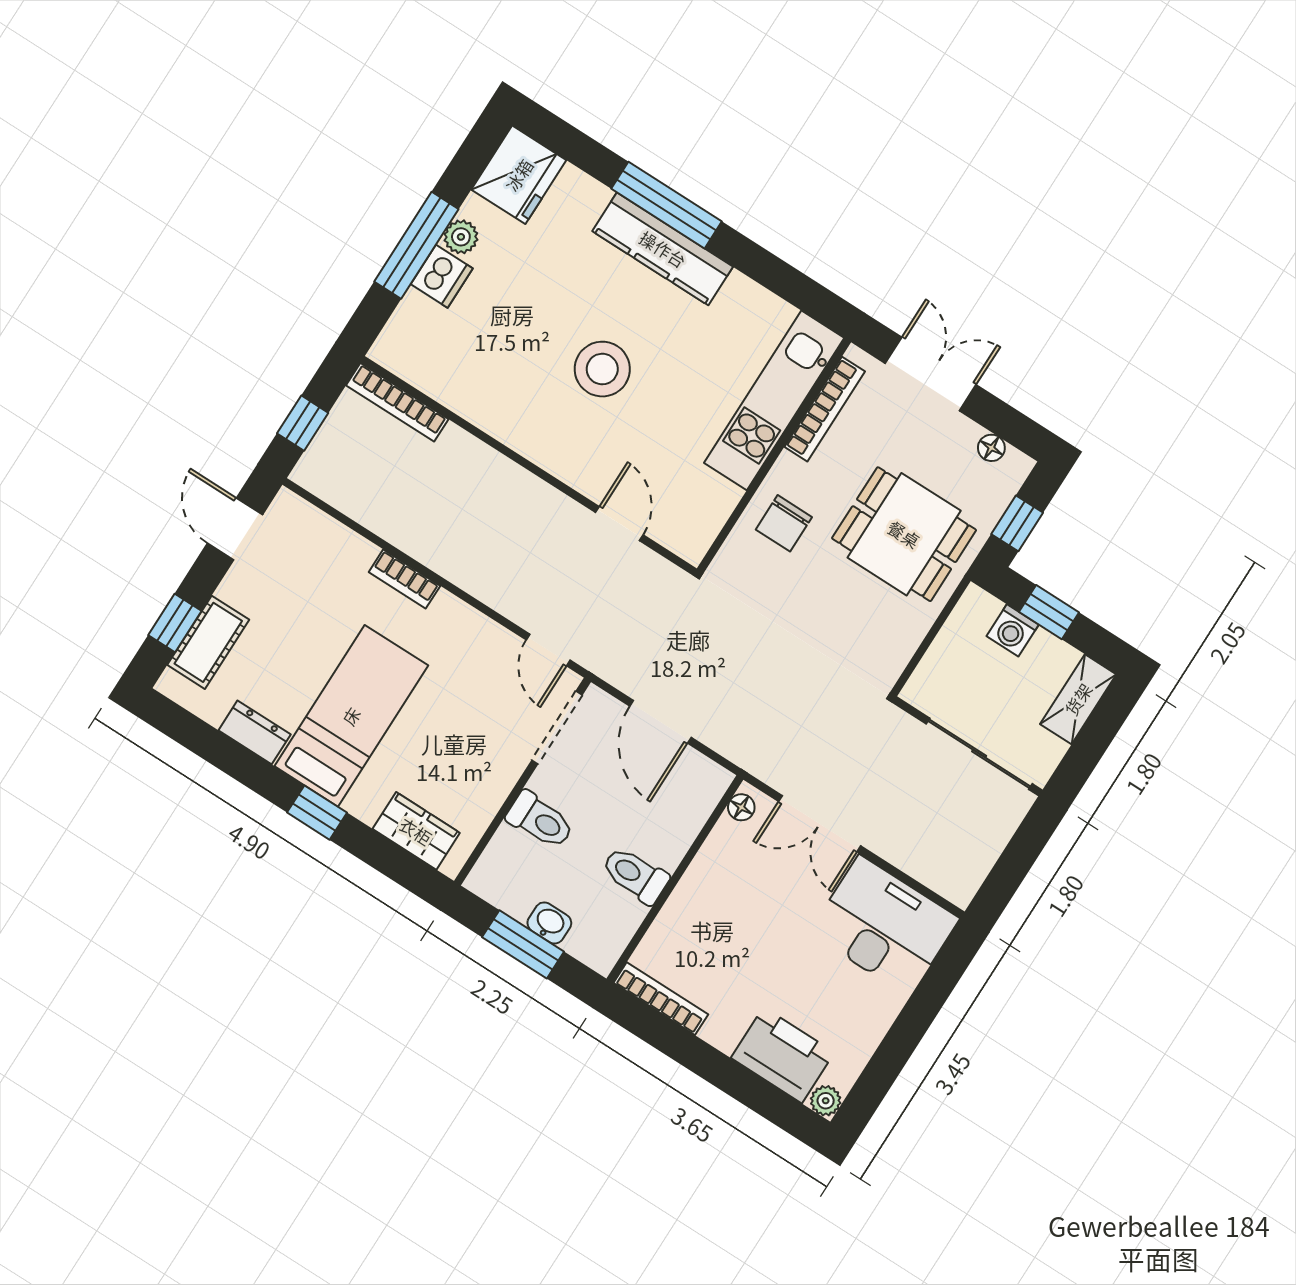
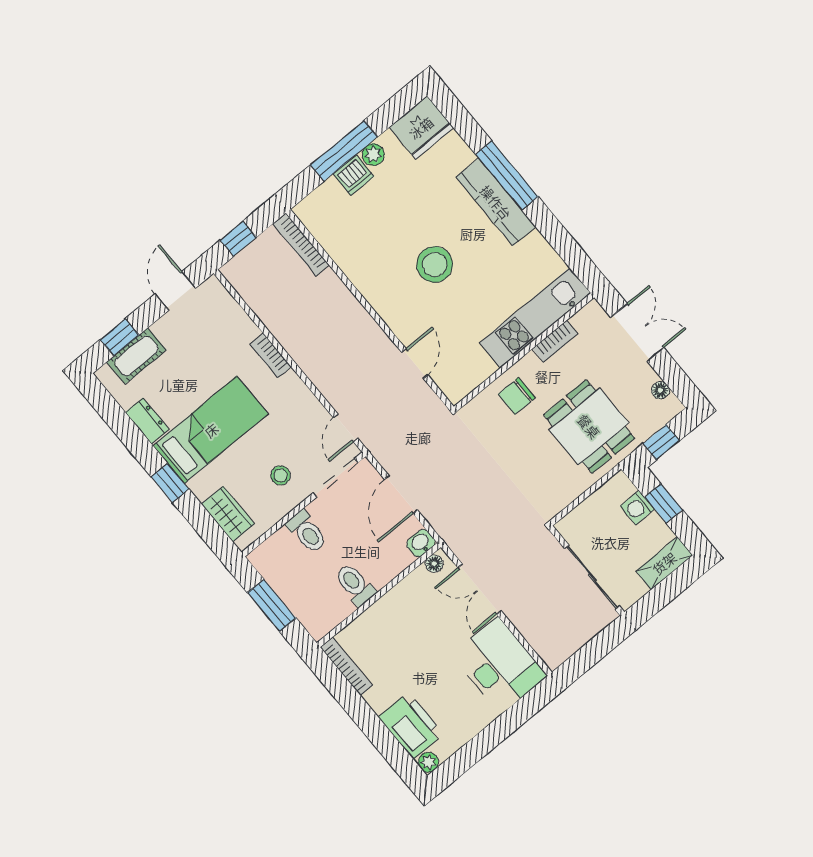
bookcase: (825, 409) -> (555, 341), width x0.64
stool: (475, 750) -> (281, 475), added
washbasin: (549, 923) -> (421, 543), moved, turned -90

